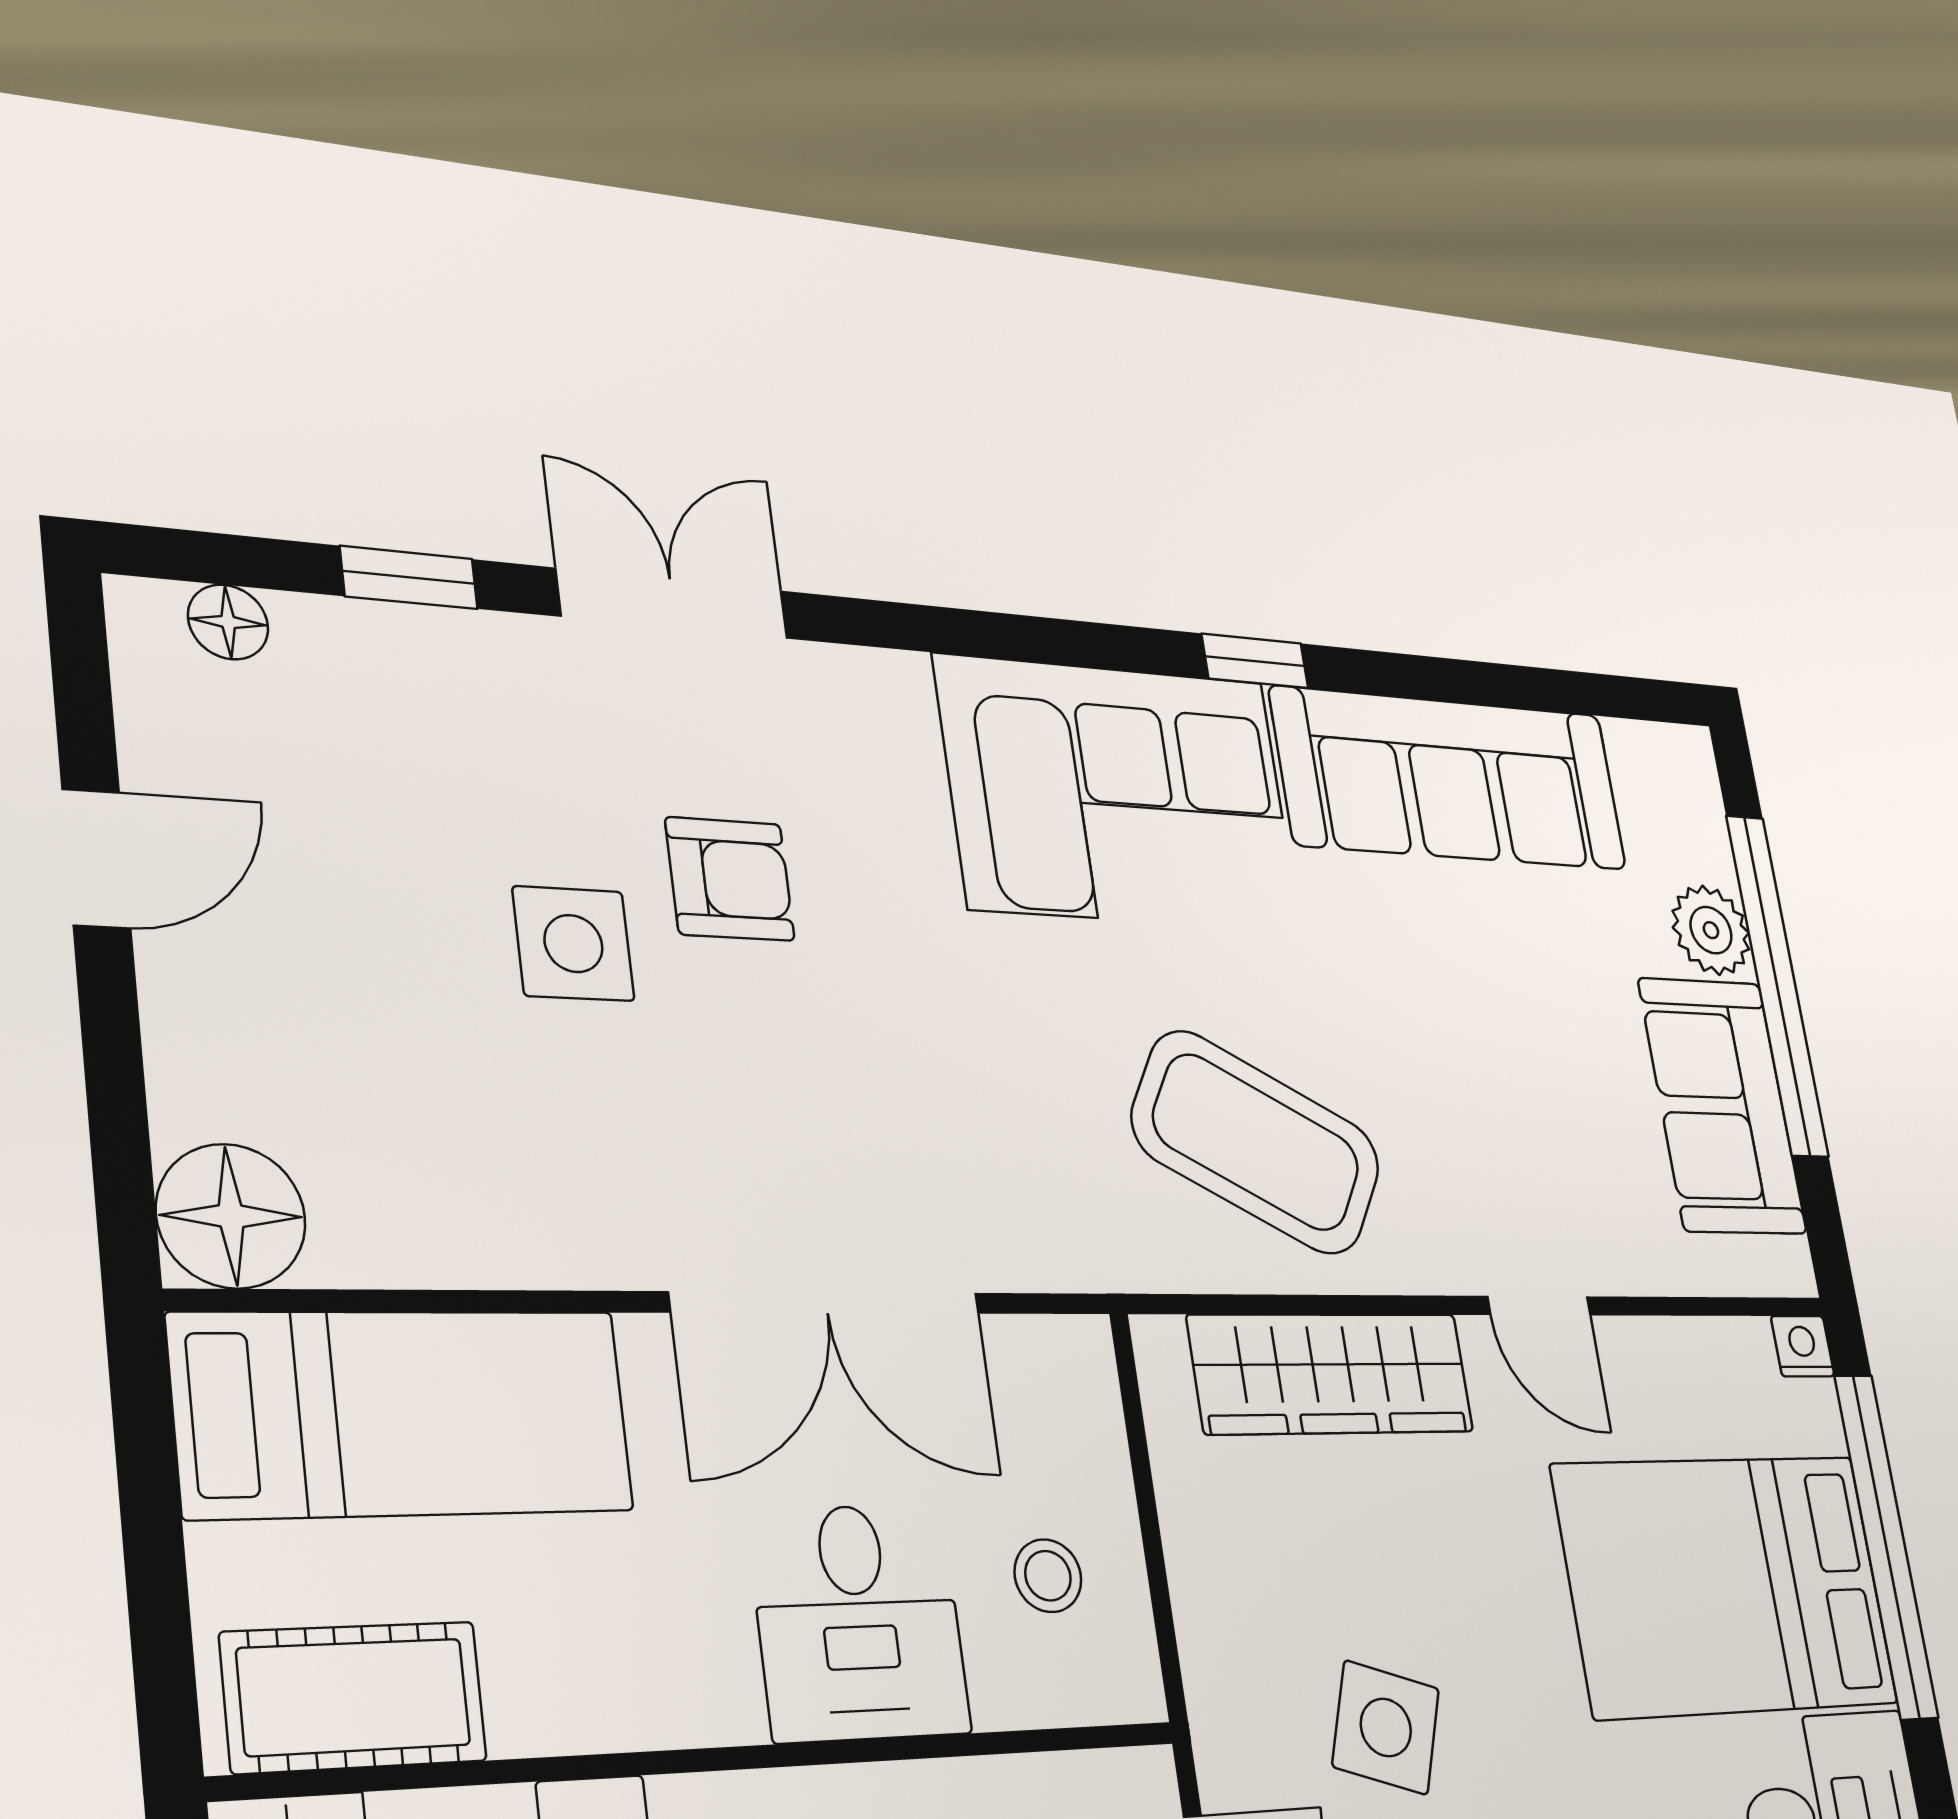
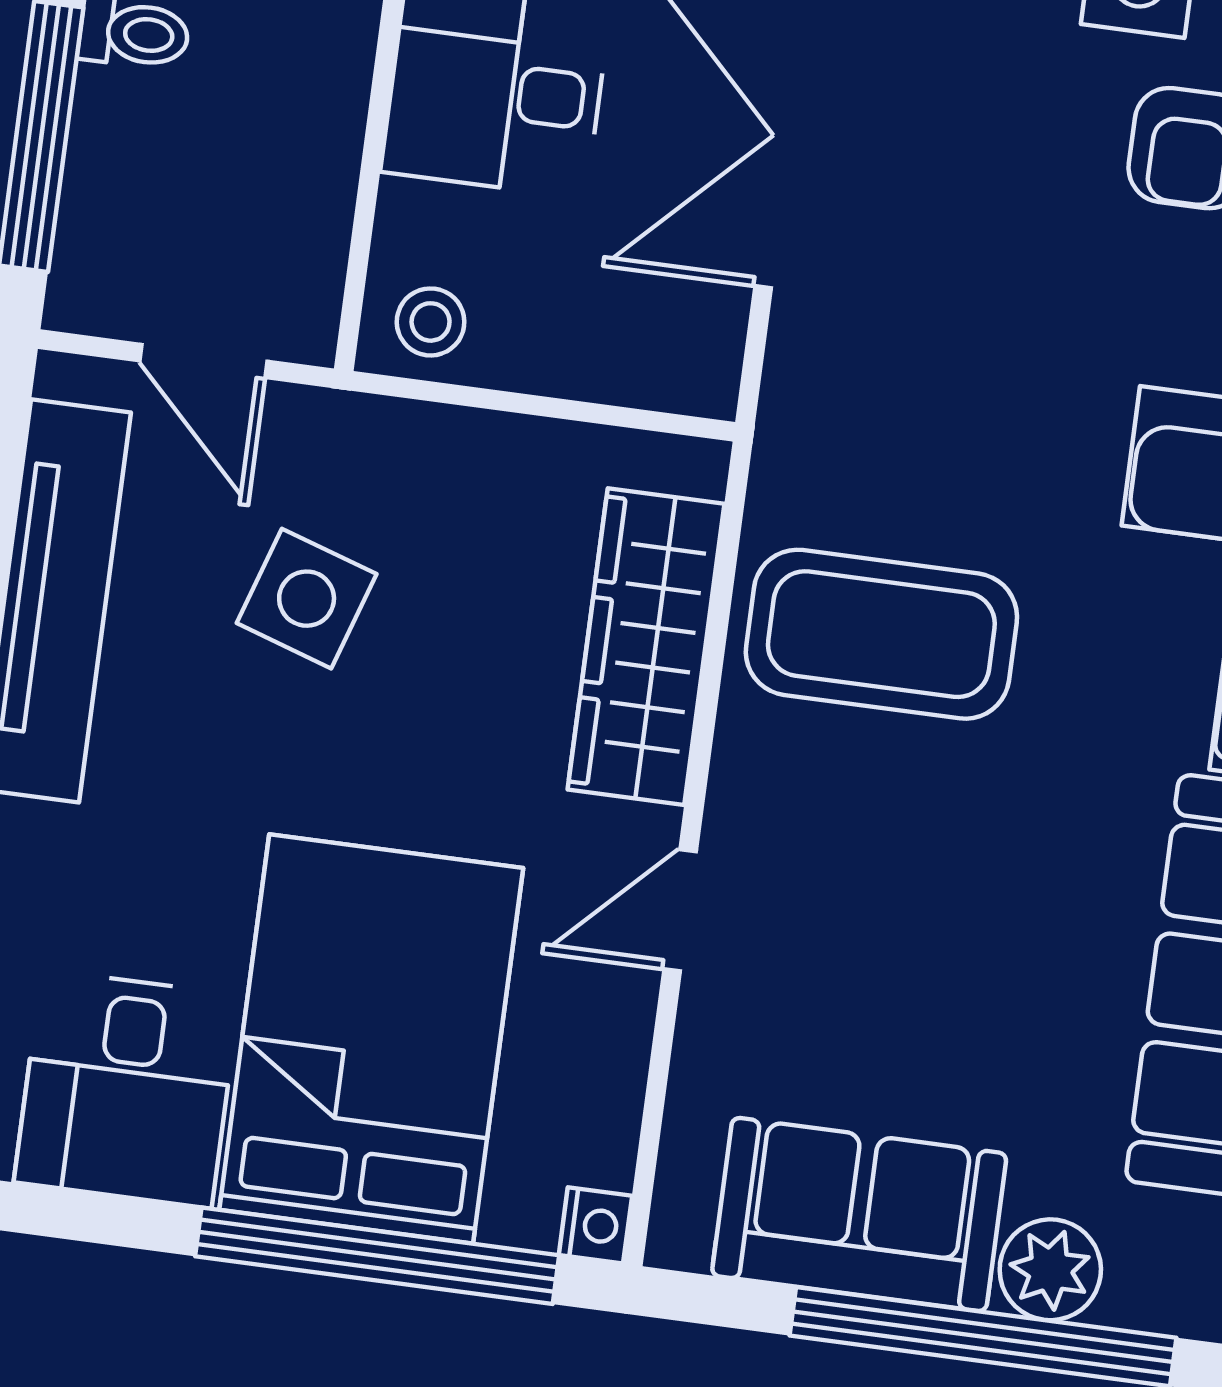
coffee table: (1256, 1142) -> (881, 634), turned 62
stool: (1048, 1576) -> (431, 322), moved

